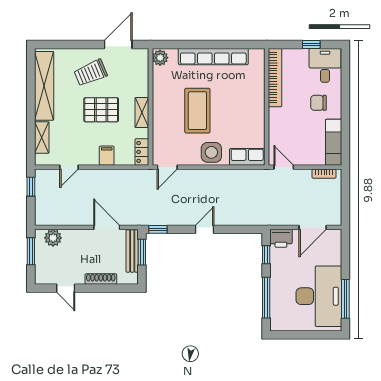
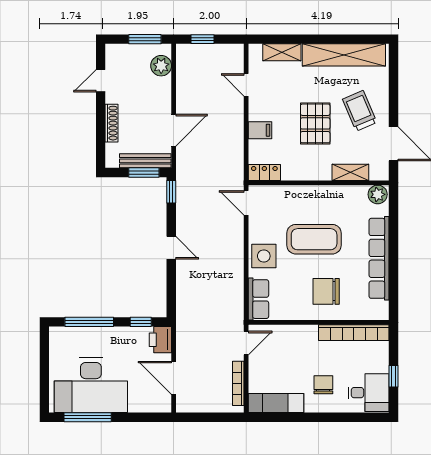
chair: (241, 100) -> (326, 291), added
shelving: (142, 113) -> (350, 172), moved
bookcase: (324, 174) -> (238, 383), width x1.56
window: (31, 187) -> (203, 39), moved

